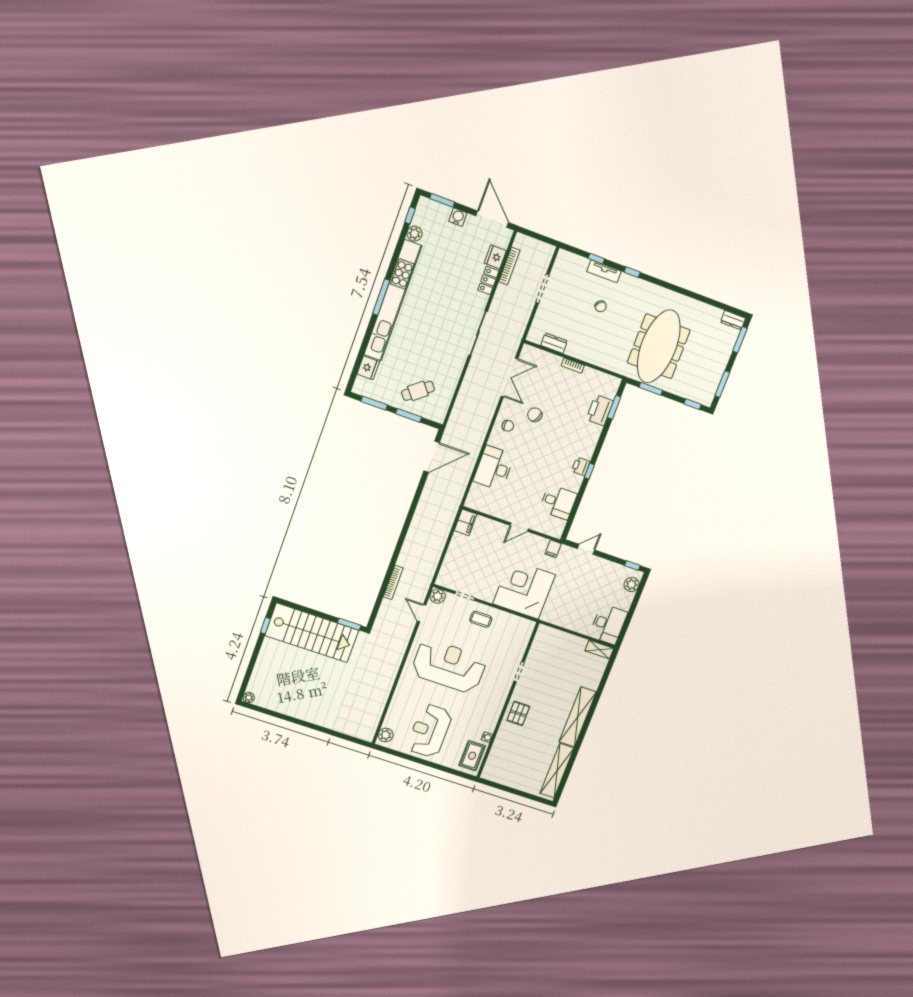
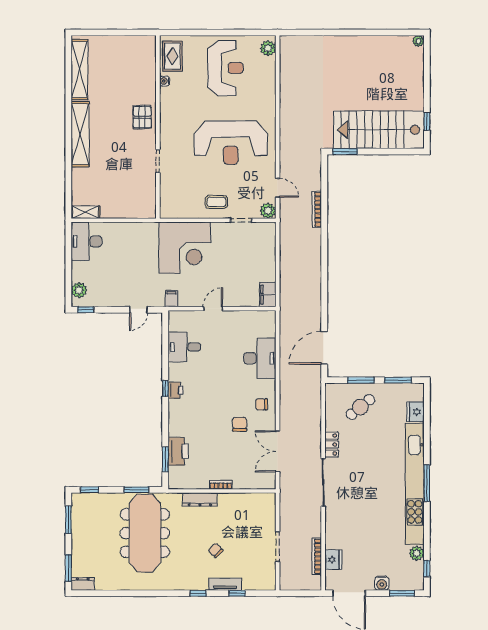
locker: (488, 280) -> (332, 445), moved
dresser: (554, 343) -> (200, 499), moved, width x1.44
chair: (535, 415) -> (240, 424), turned -115

